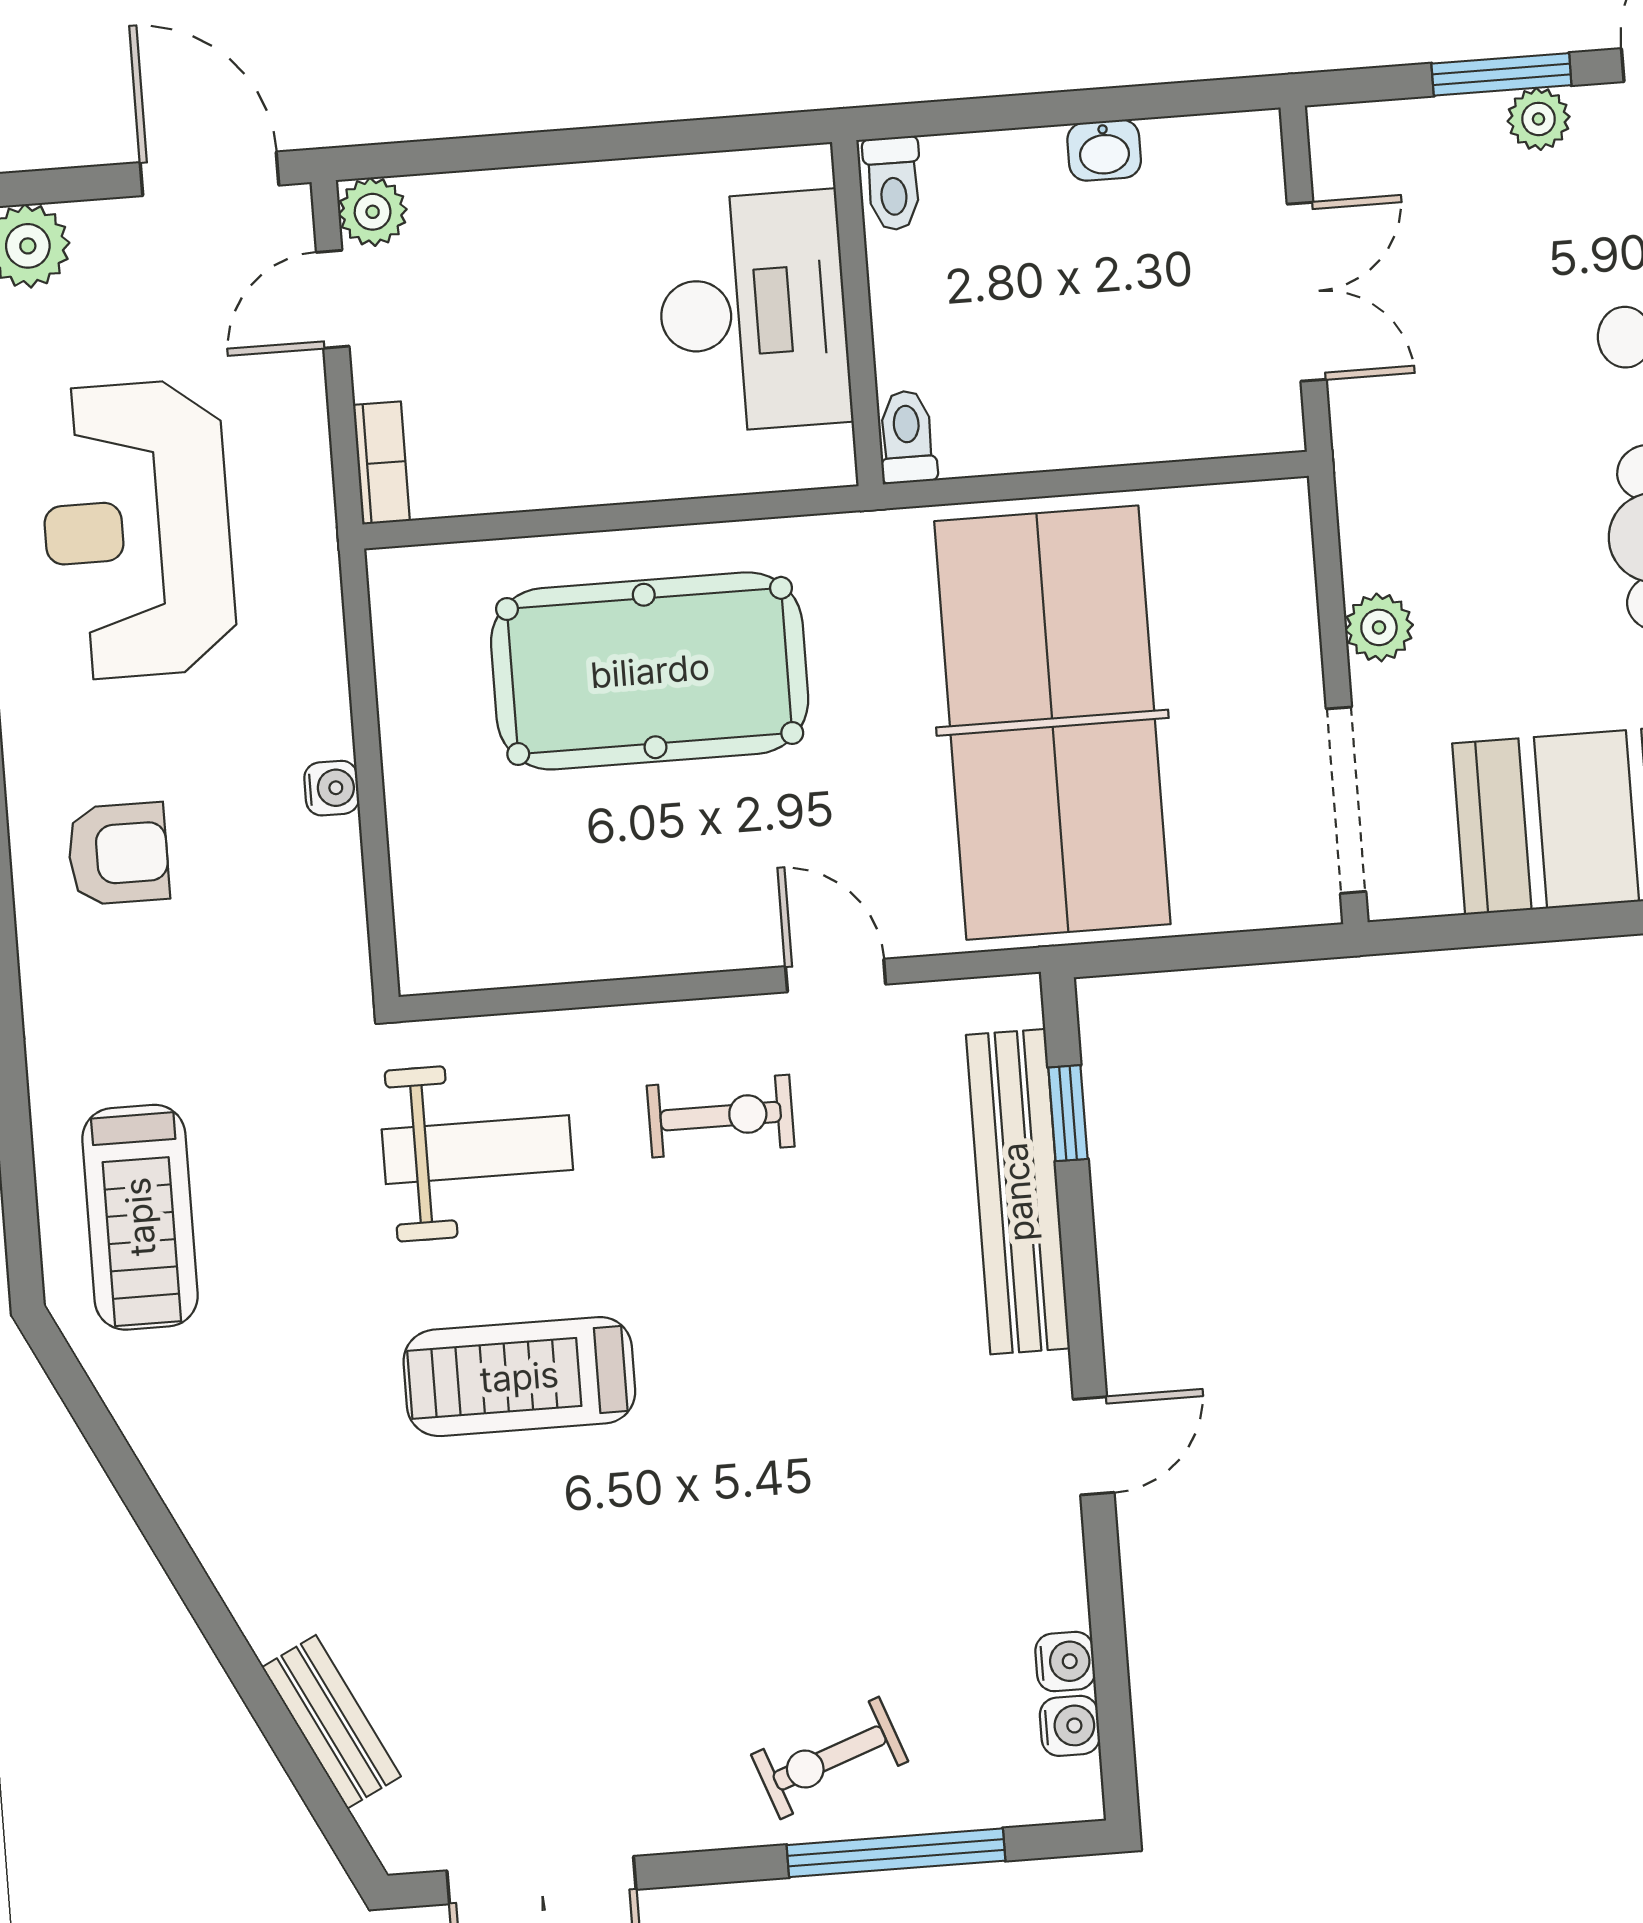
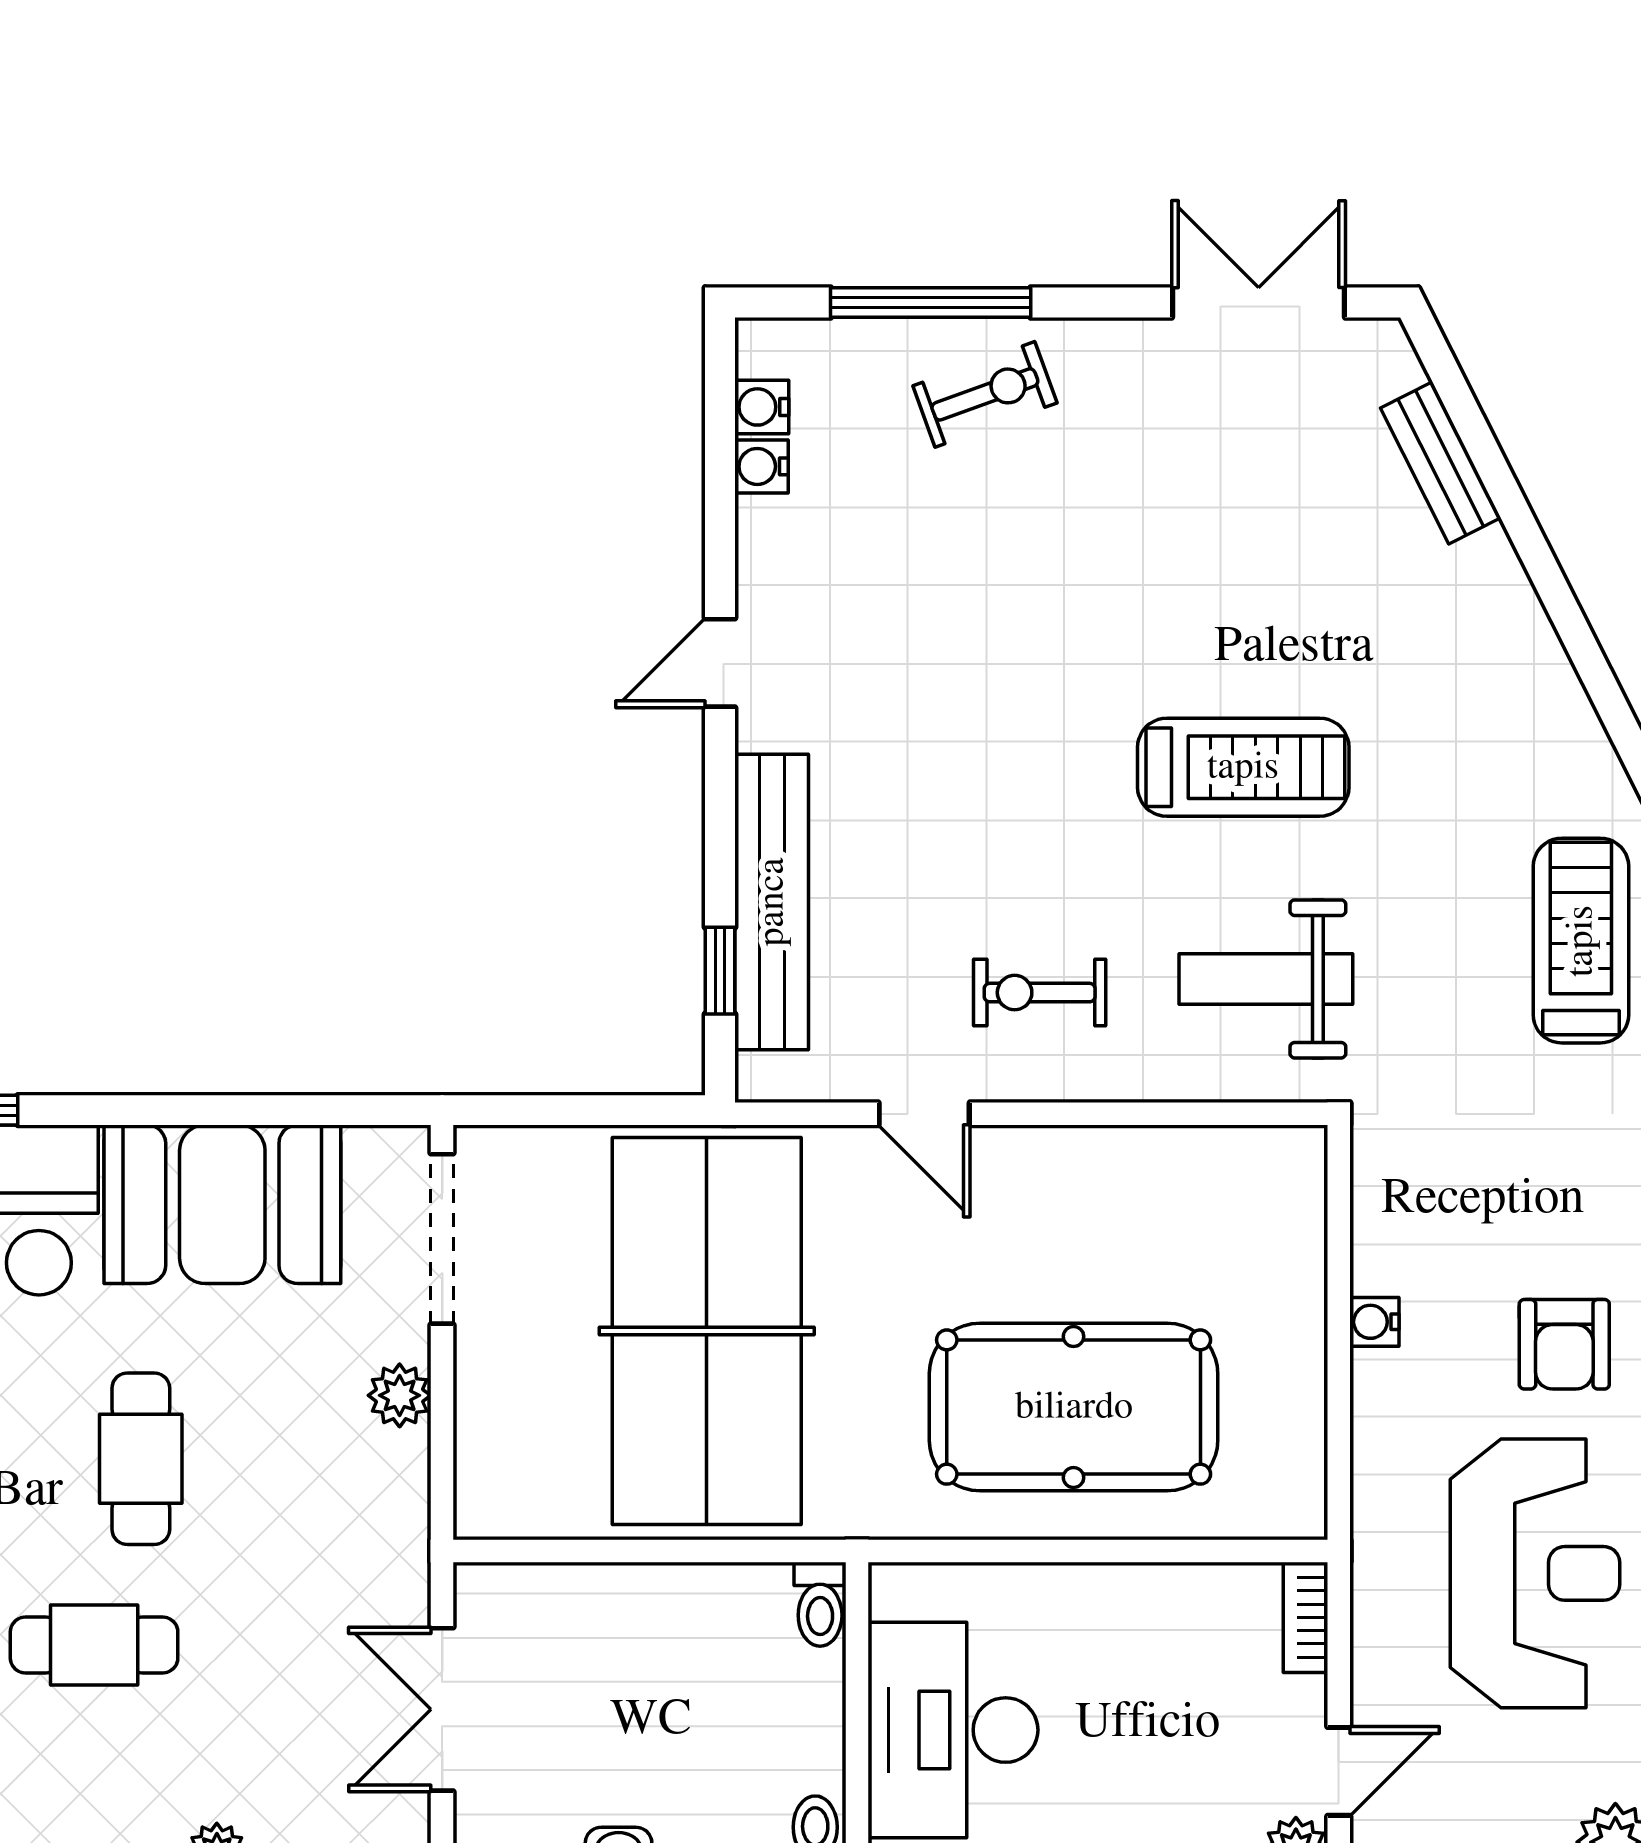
armchair: (118, 854) -> (1564, 1344), moved, turned -90

